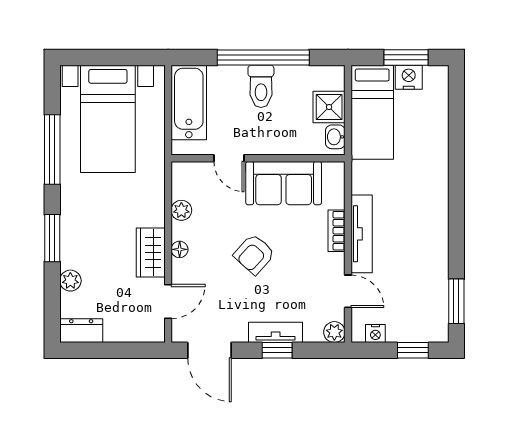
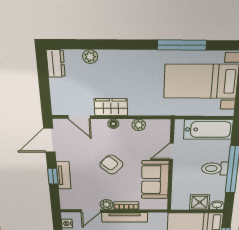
washbasin: (335, 137) -> (217, 205), moved
window: (52, 238) -> (119, 45), removed
plant: (334, 332) -> (107, 205), moved

